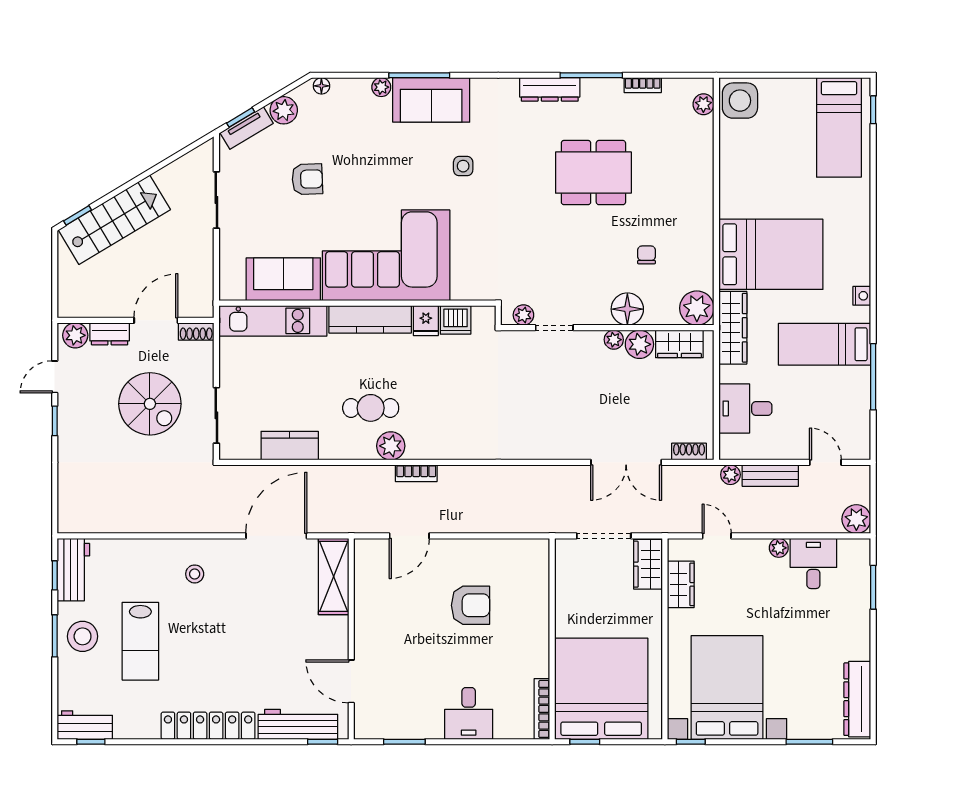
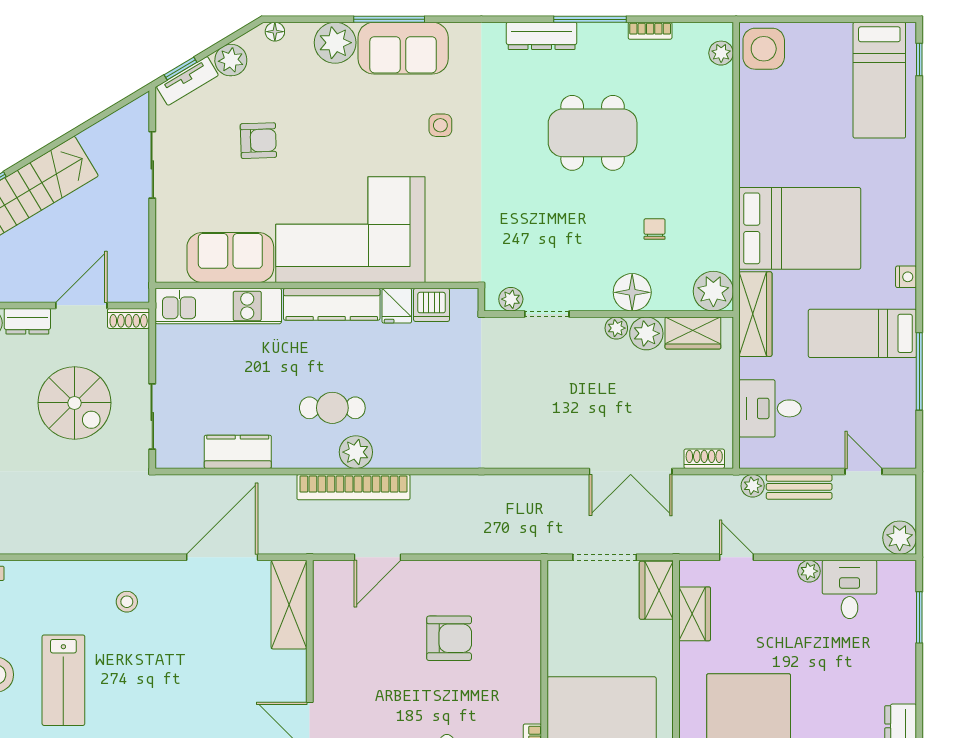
plant: (381, 87) -> (335, 43), width x1.88, depth x1.88
bookcase: (416, 473) -> (353, 487), width x2.31, depth x1.31

